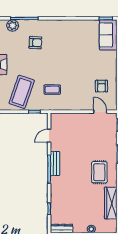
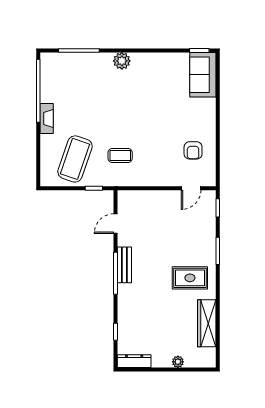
plant: (13, 26) -> (122, 61), moved
armchair: (35, 43) -> (95, 86), removed
door: (100, 112) -> (191, 188), swing flipped
rug: (99, 172) -> (190, 278), turned 90

